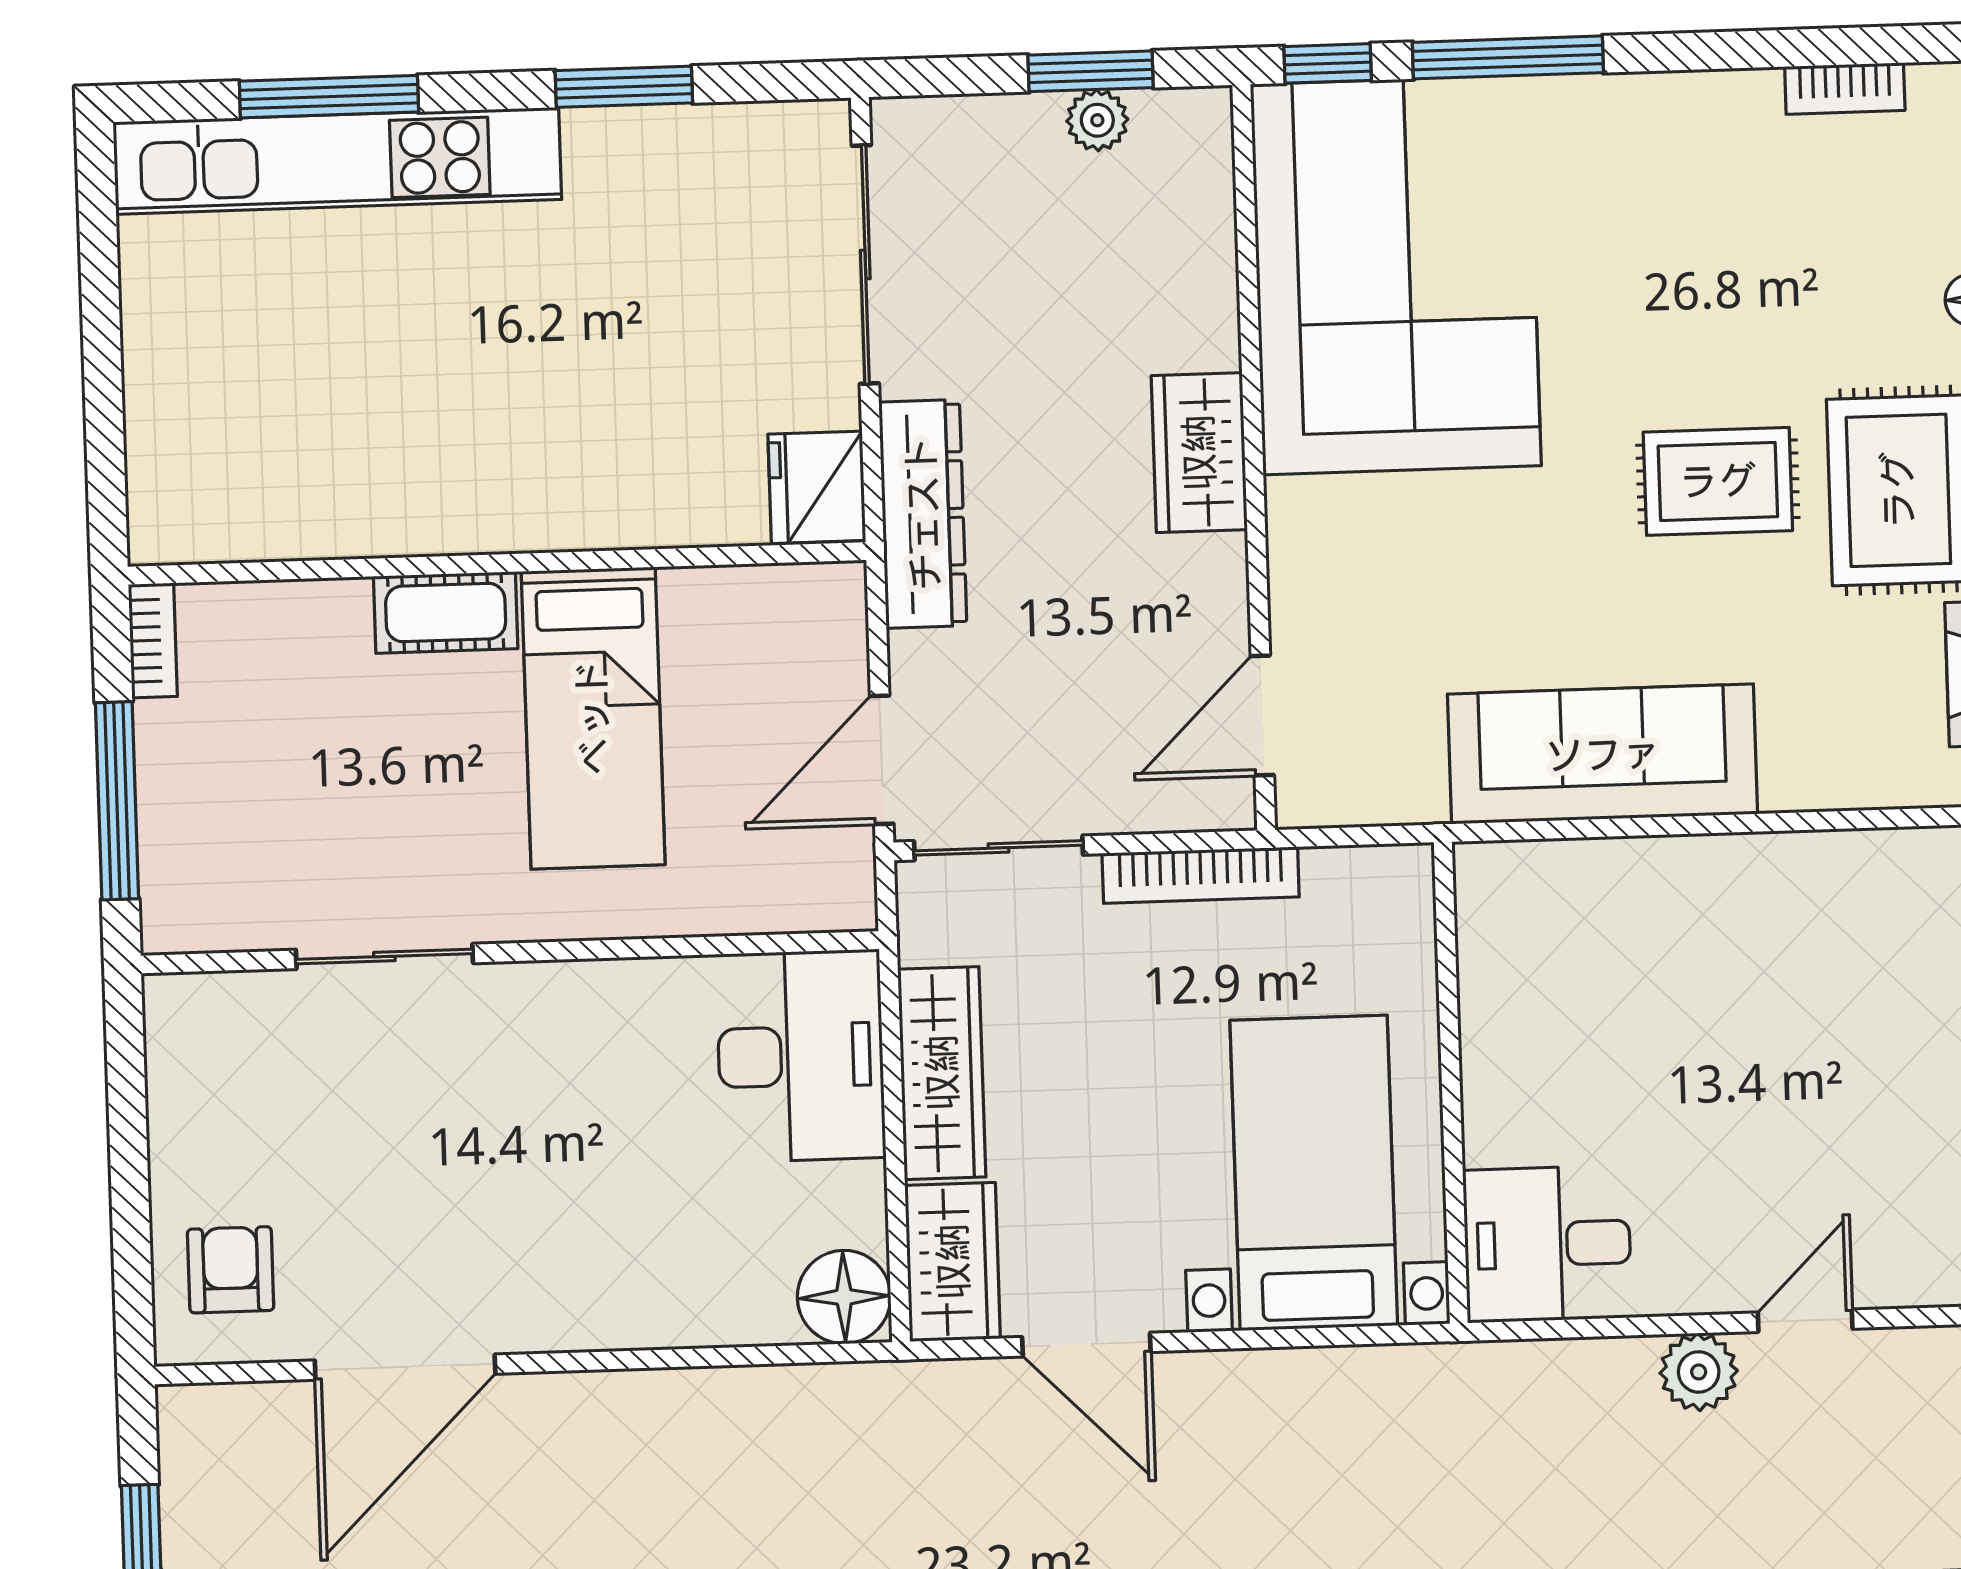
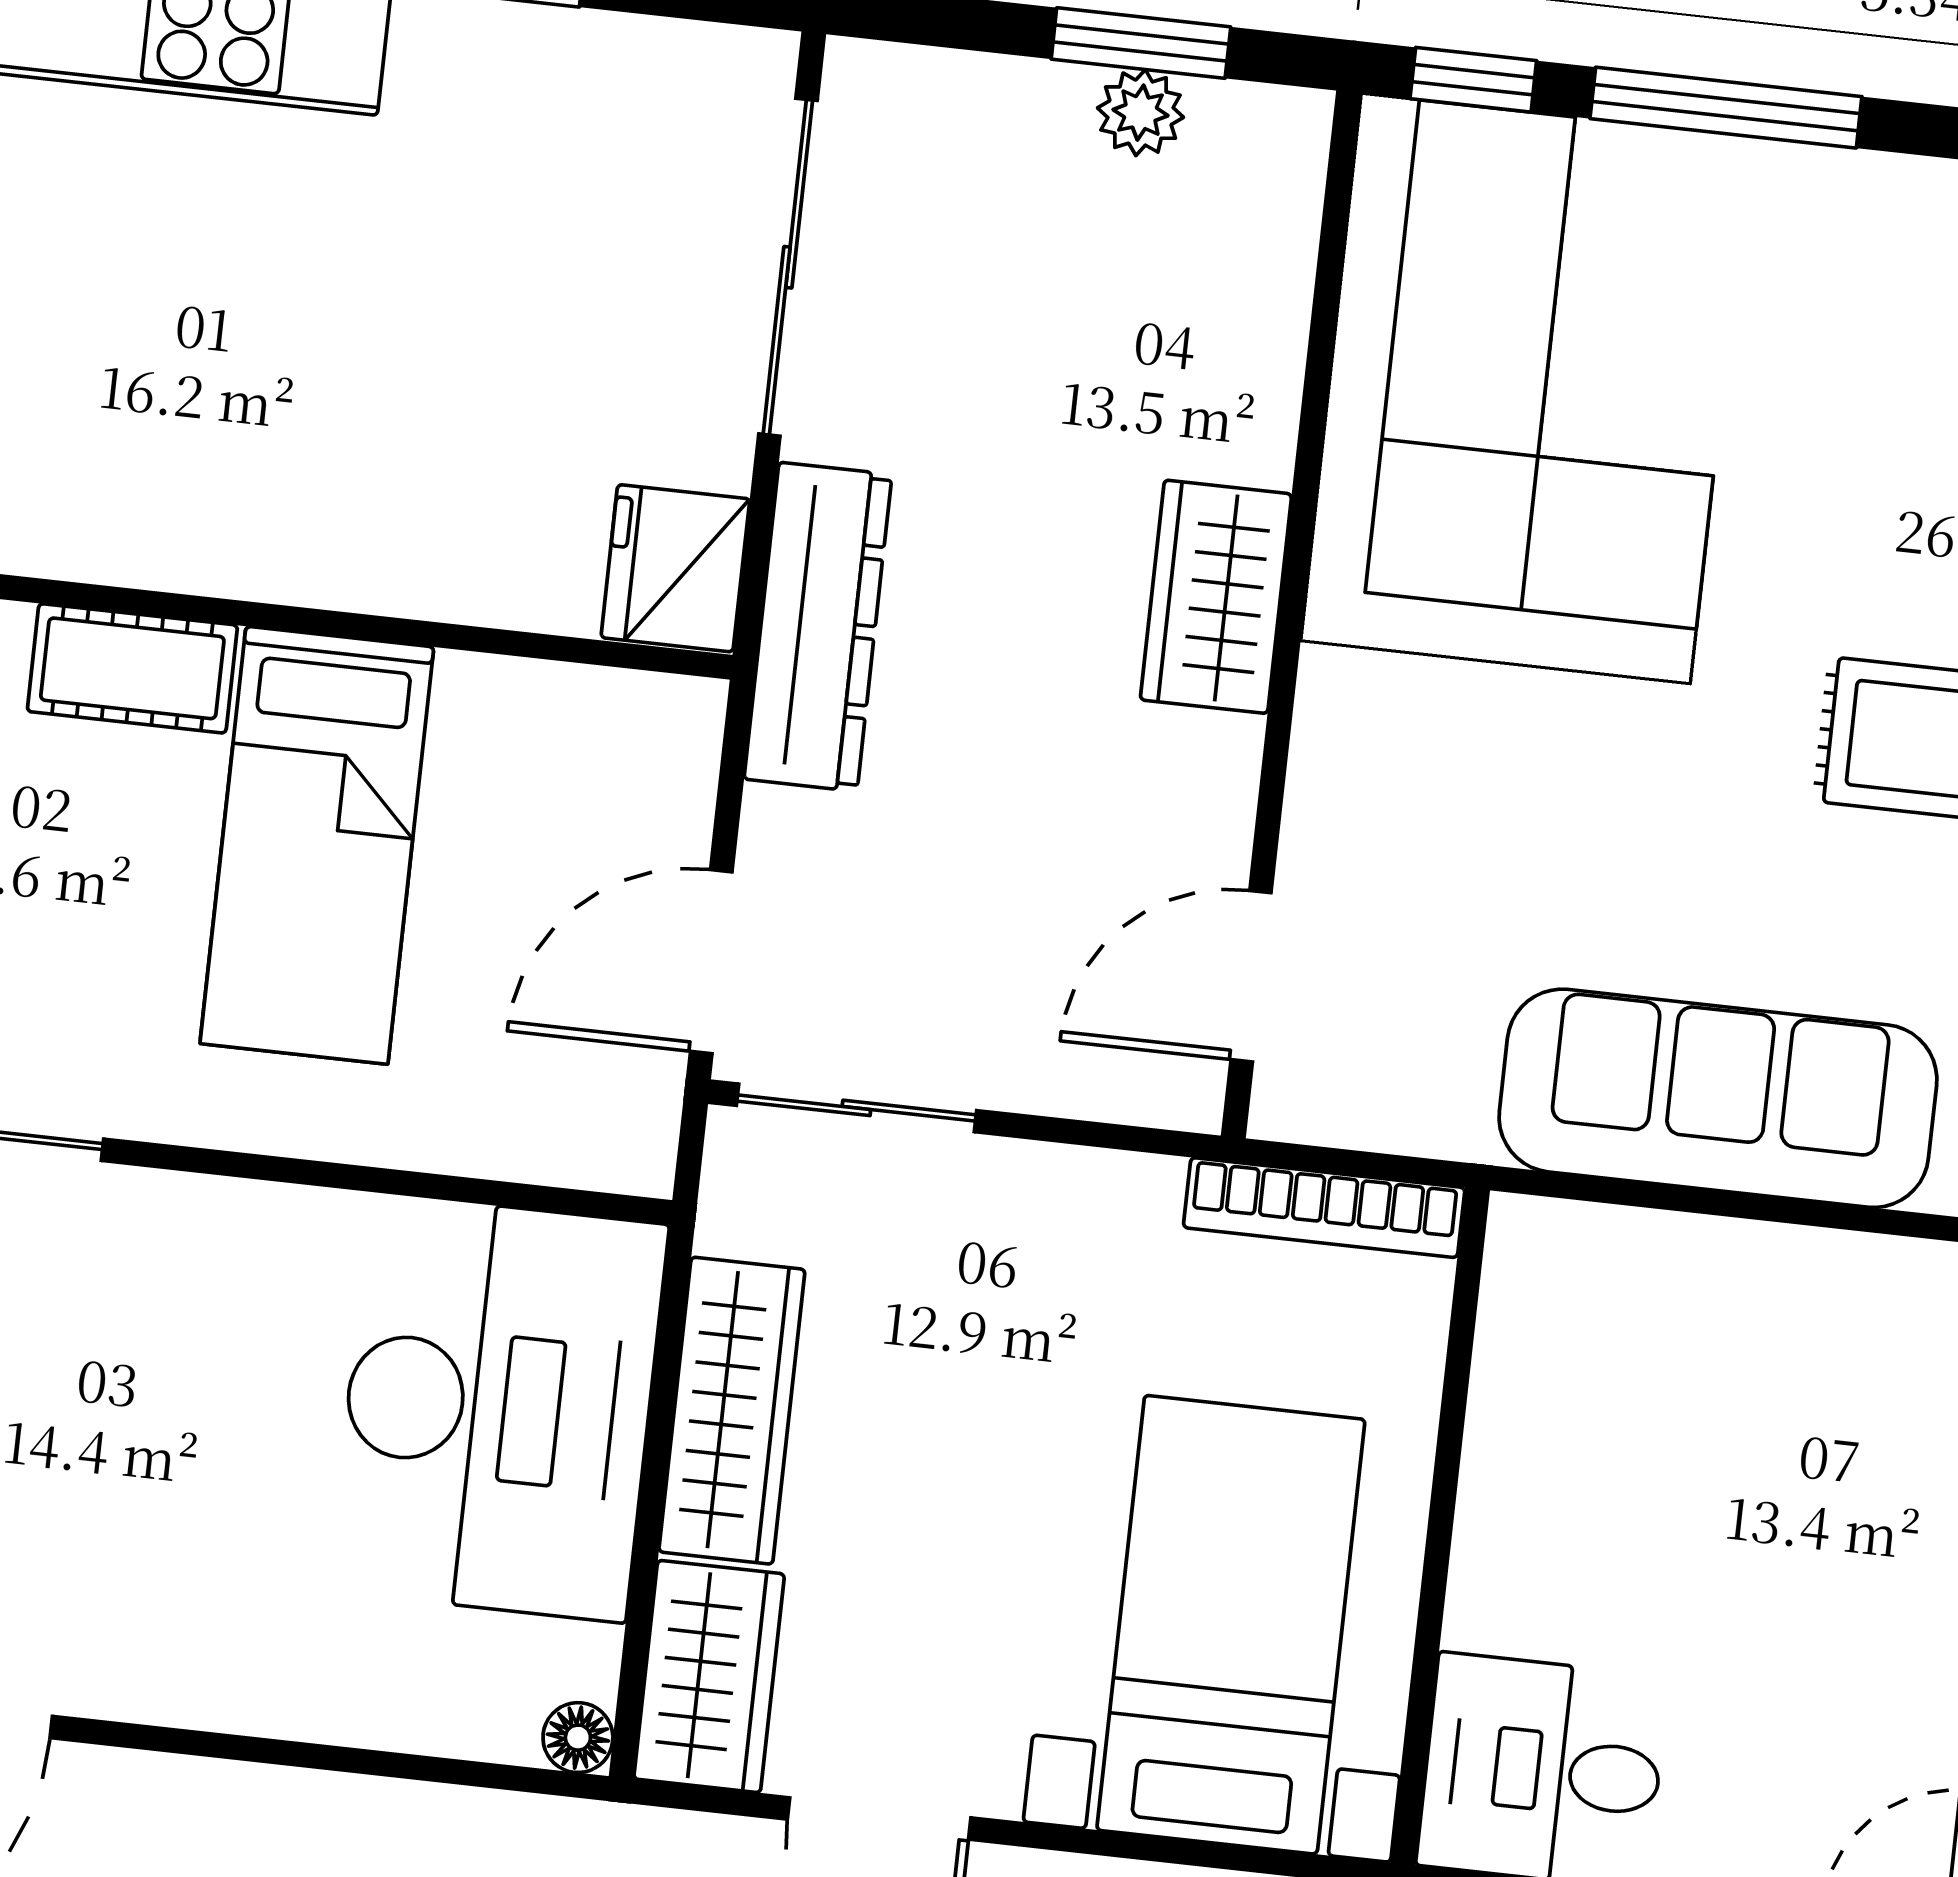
bookcase: (1201, 875) -> (1324, 1208), moved
desk: (801, 1056) -> (498, 1408), width x1.36, depth x1.30
floor lamp: (844, 1297) -> (578, 1738), width x0.53, depth x0.53

